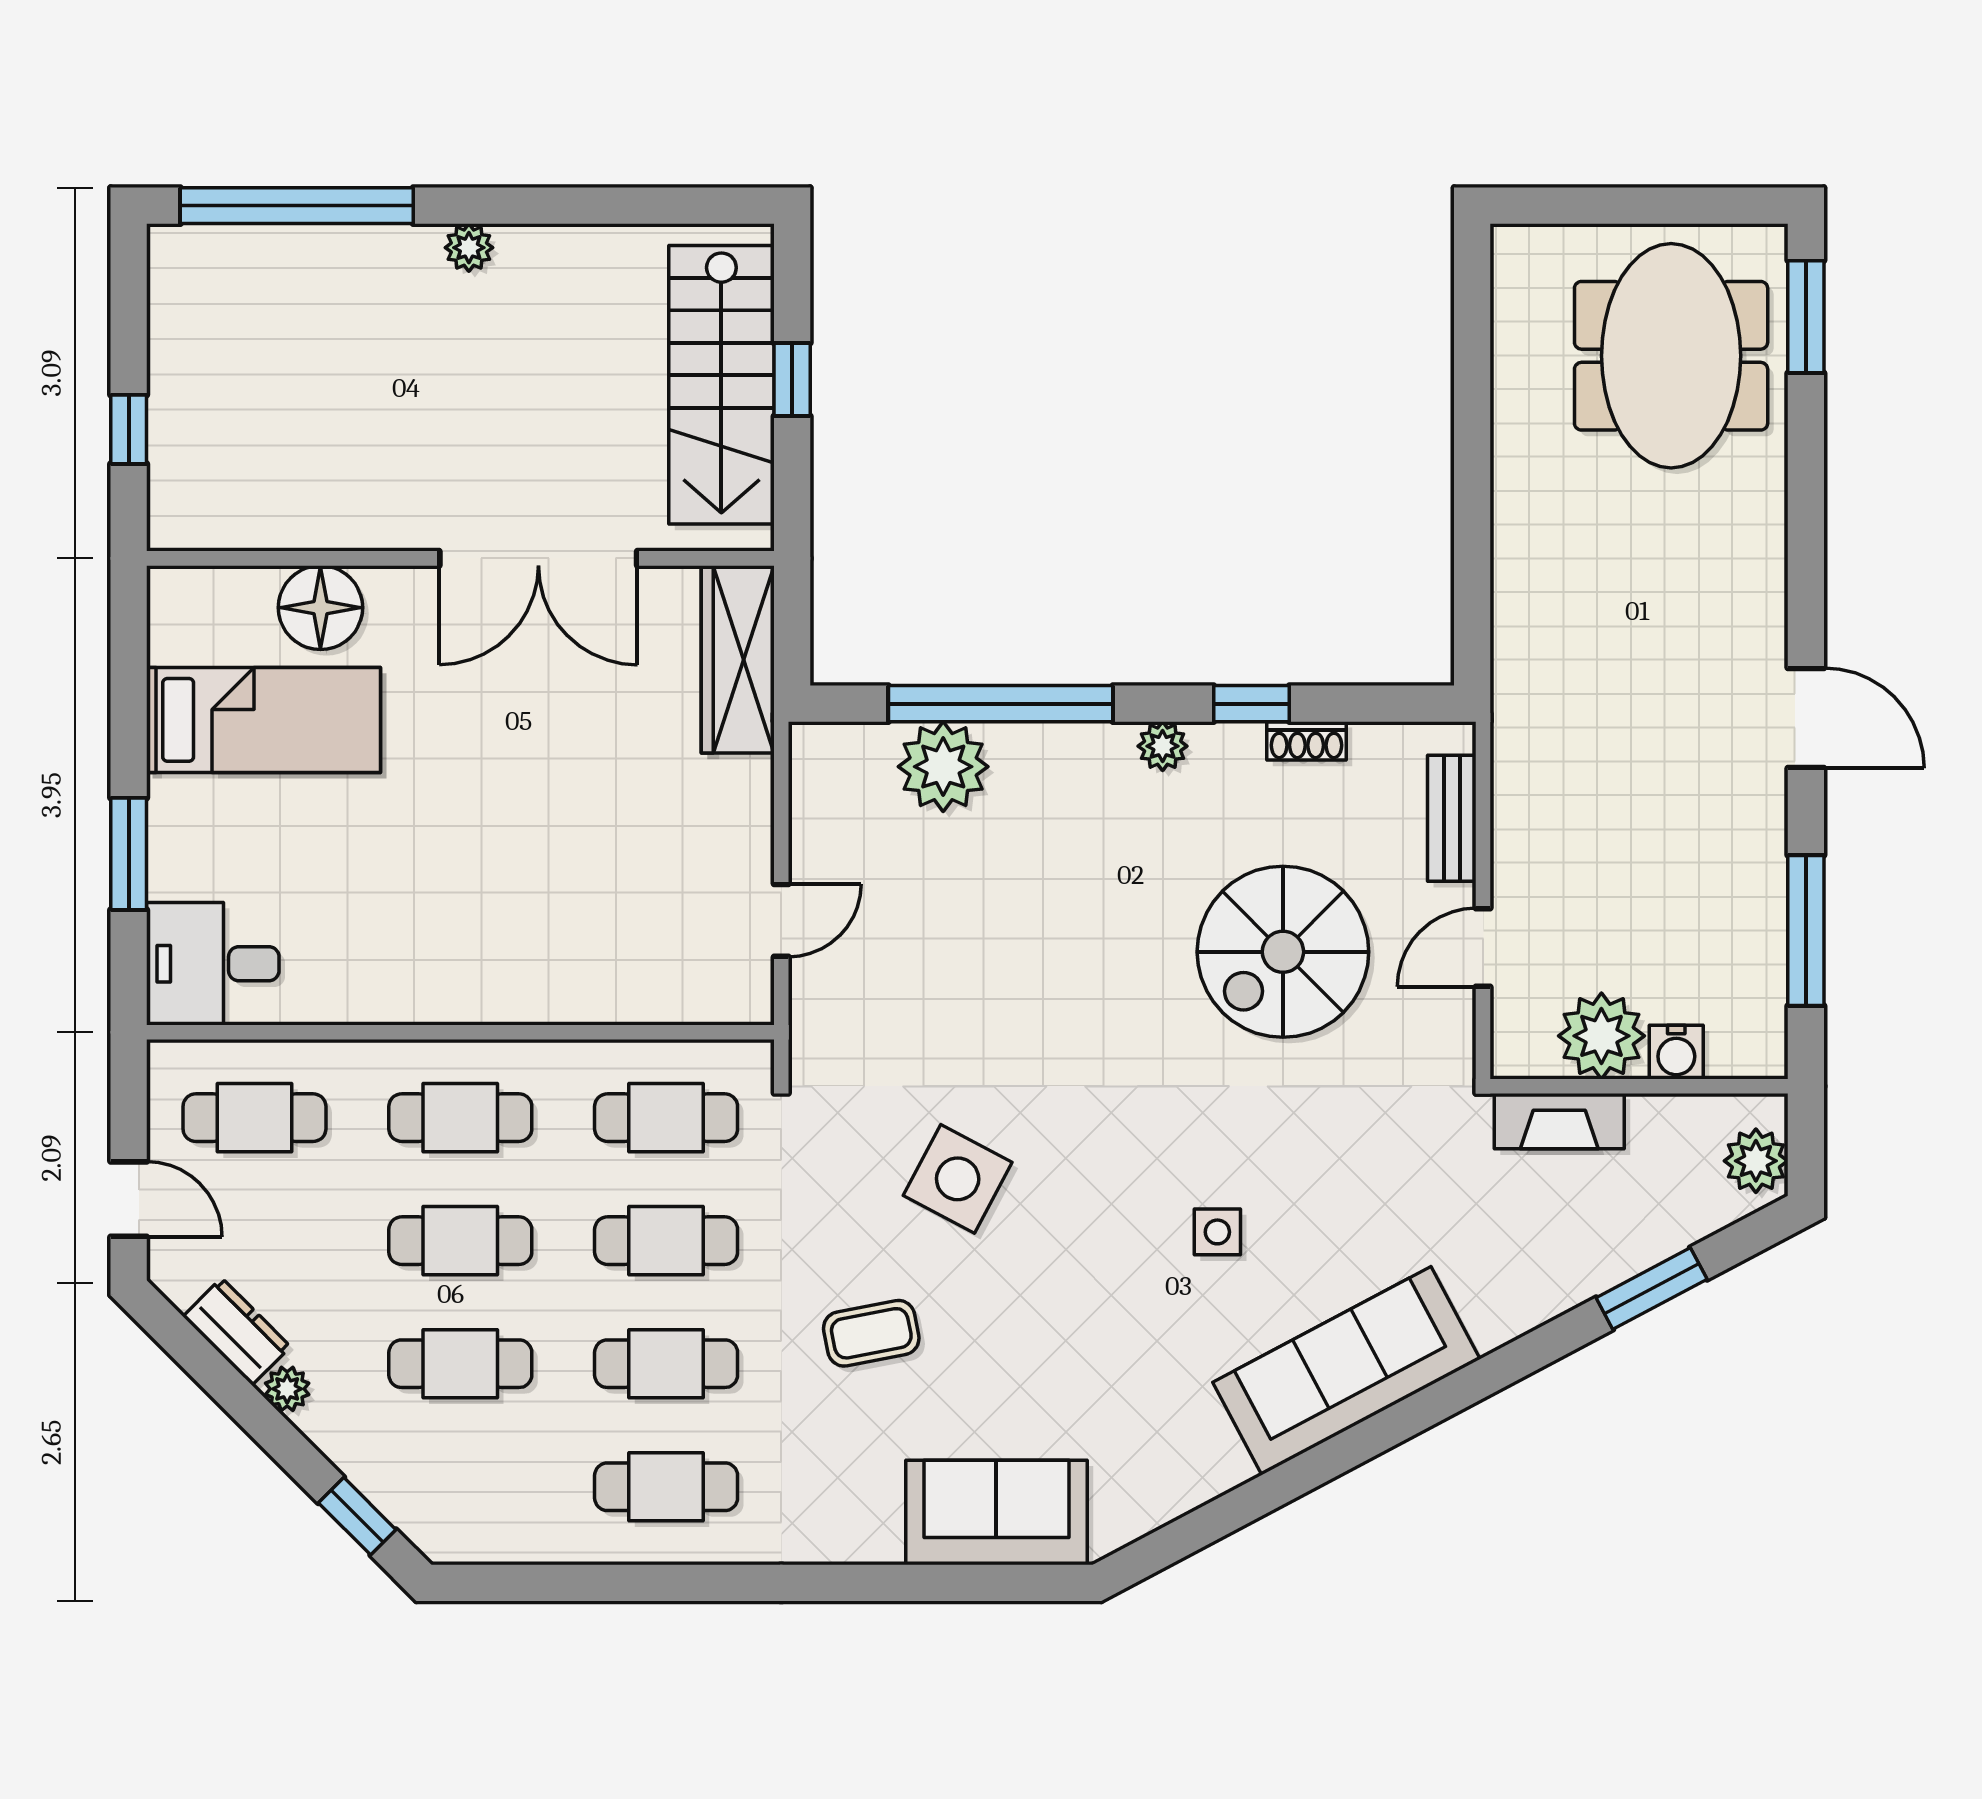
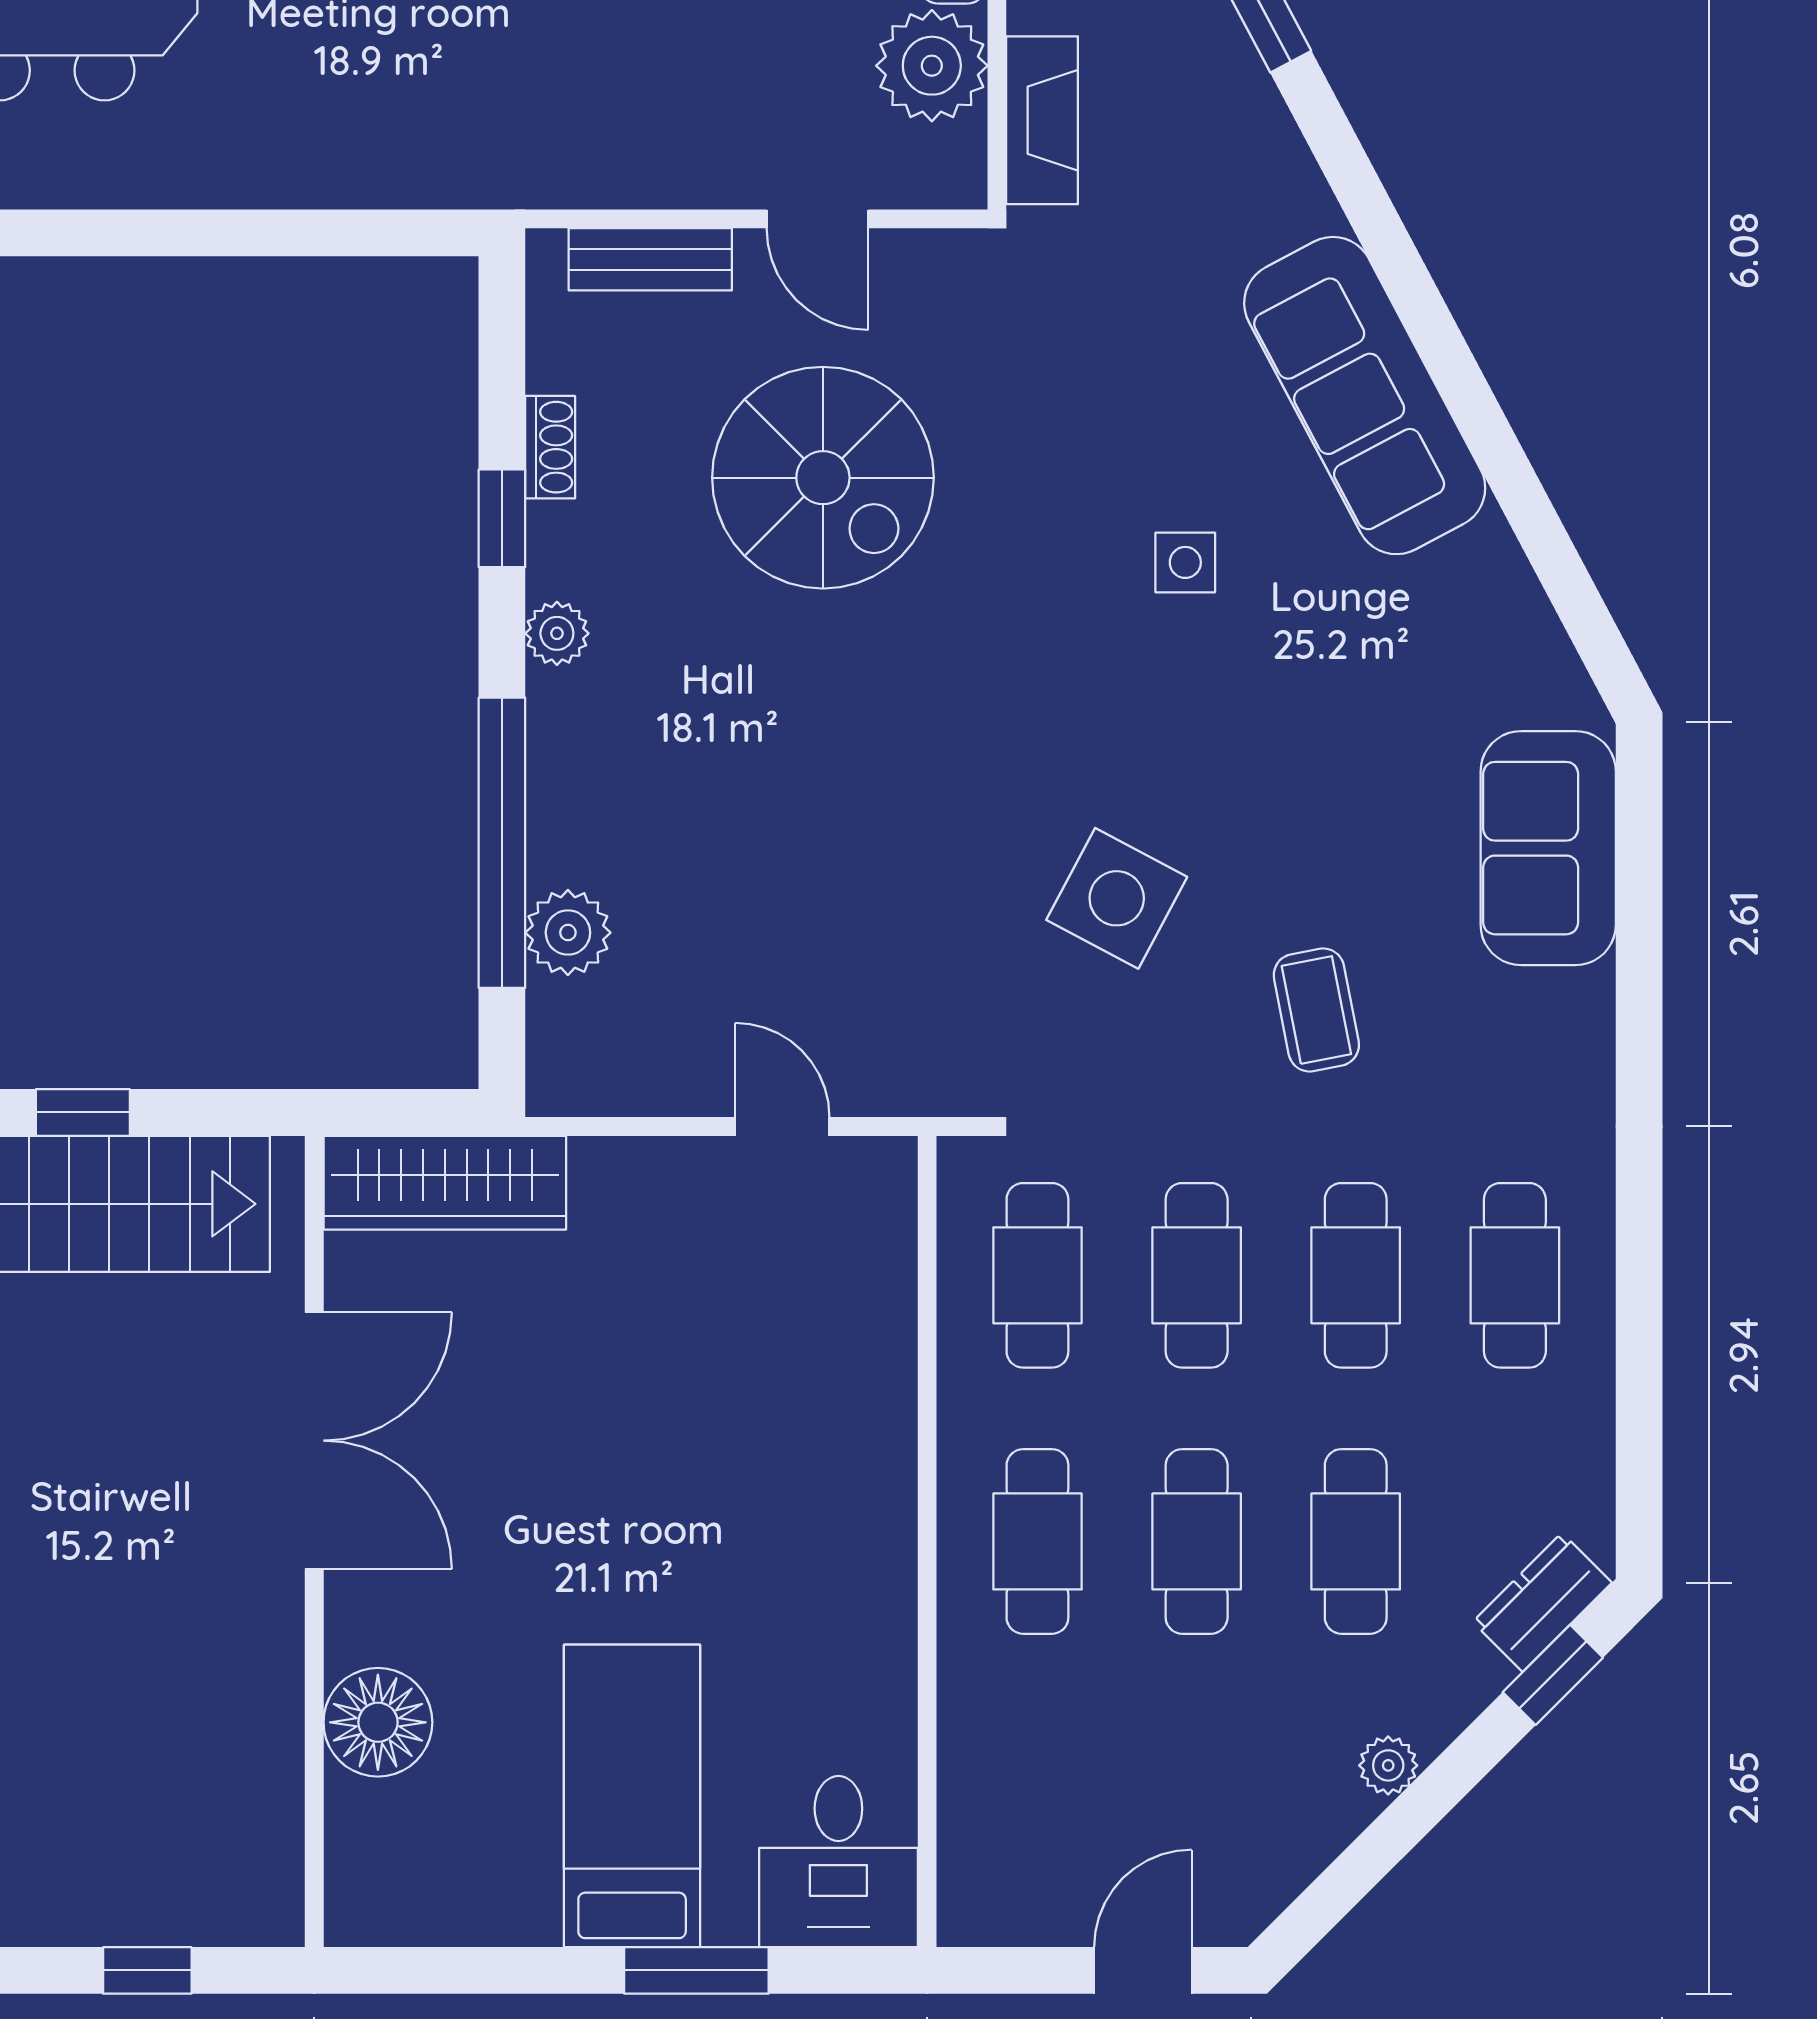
bed: (264, 720) -> (632, 1796), moved
plant: (943, 767) -> (568, 933), width x0.73, depth x0.73
cafe table: (254, 1118) -> (1037, 1808), removed
dresser: (237, 1331) -> (1542, 1602), moved

